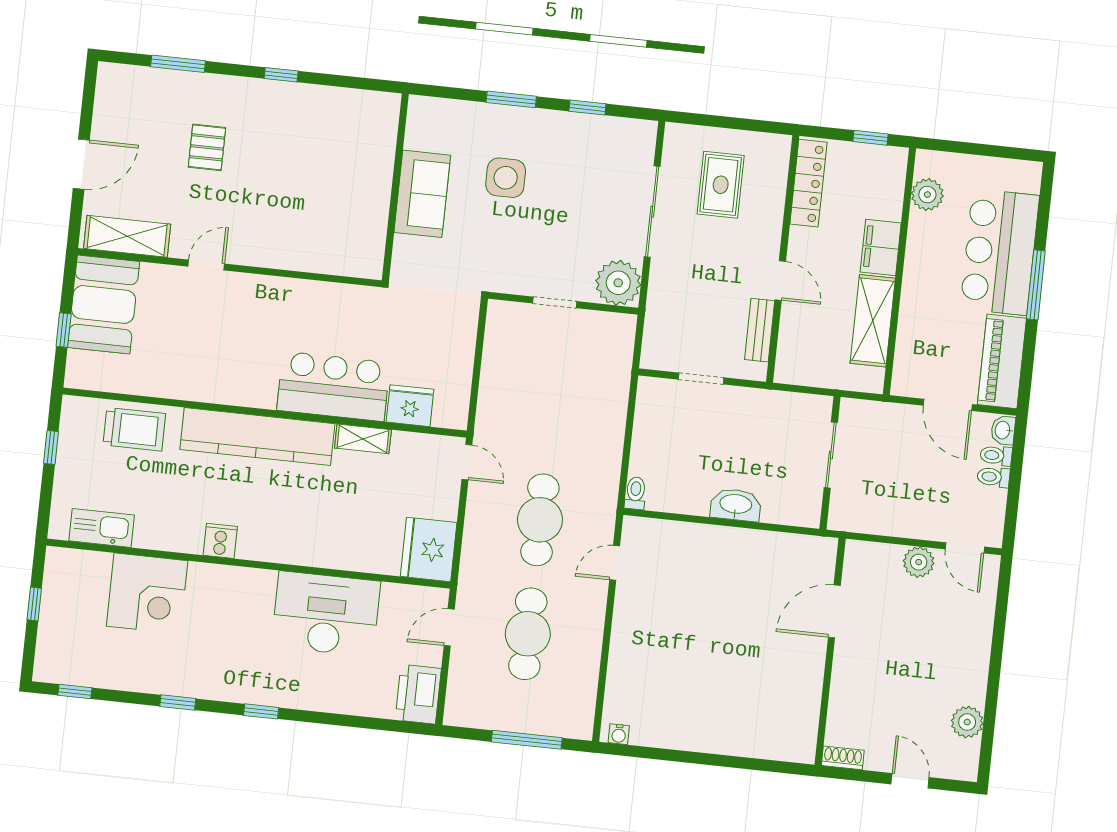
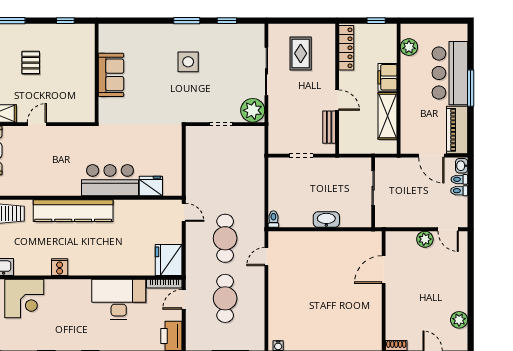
wall: (395, 187) -> (97, 73), moved
sofa: (422, 194) -> (111, 75), moved
shelving: (363, 439) -> (128, 206), removed
bookcase: (416, 594) -> (164, 284), added

